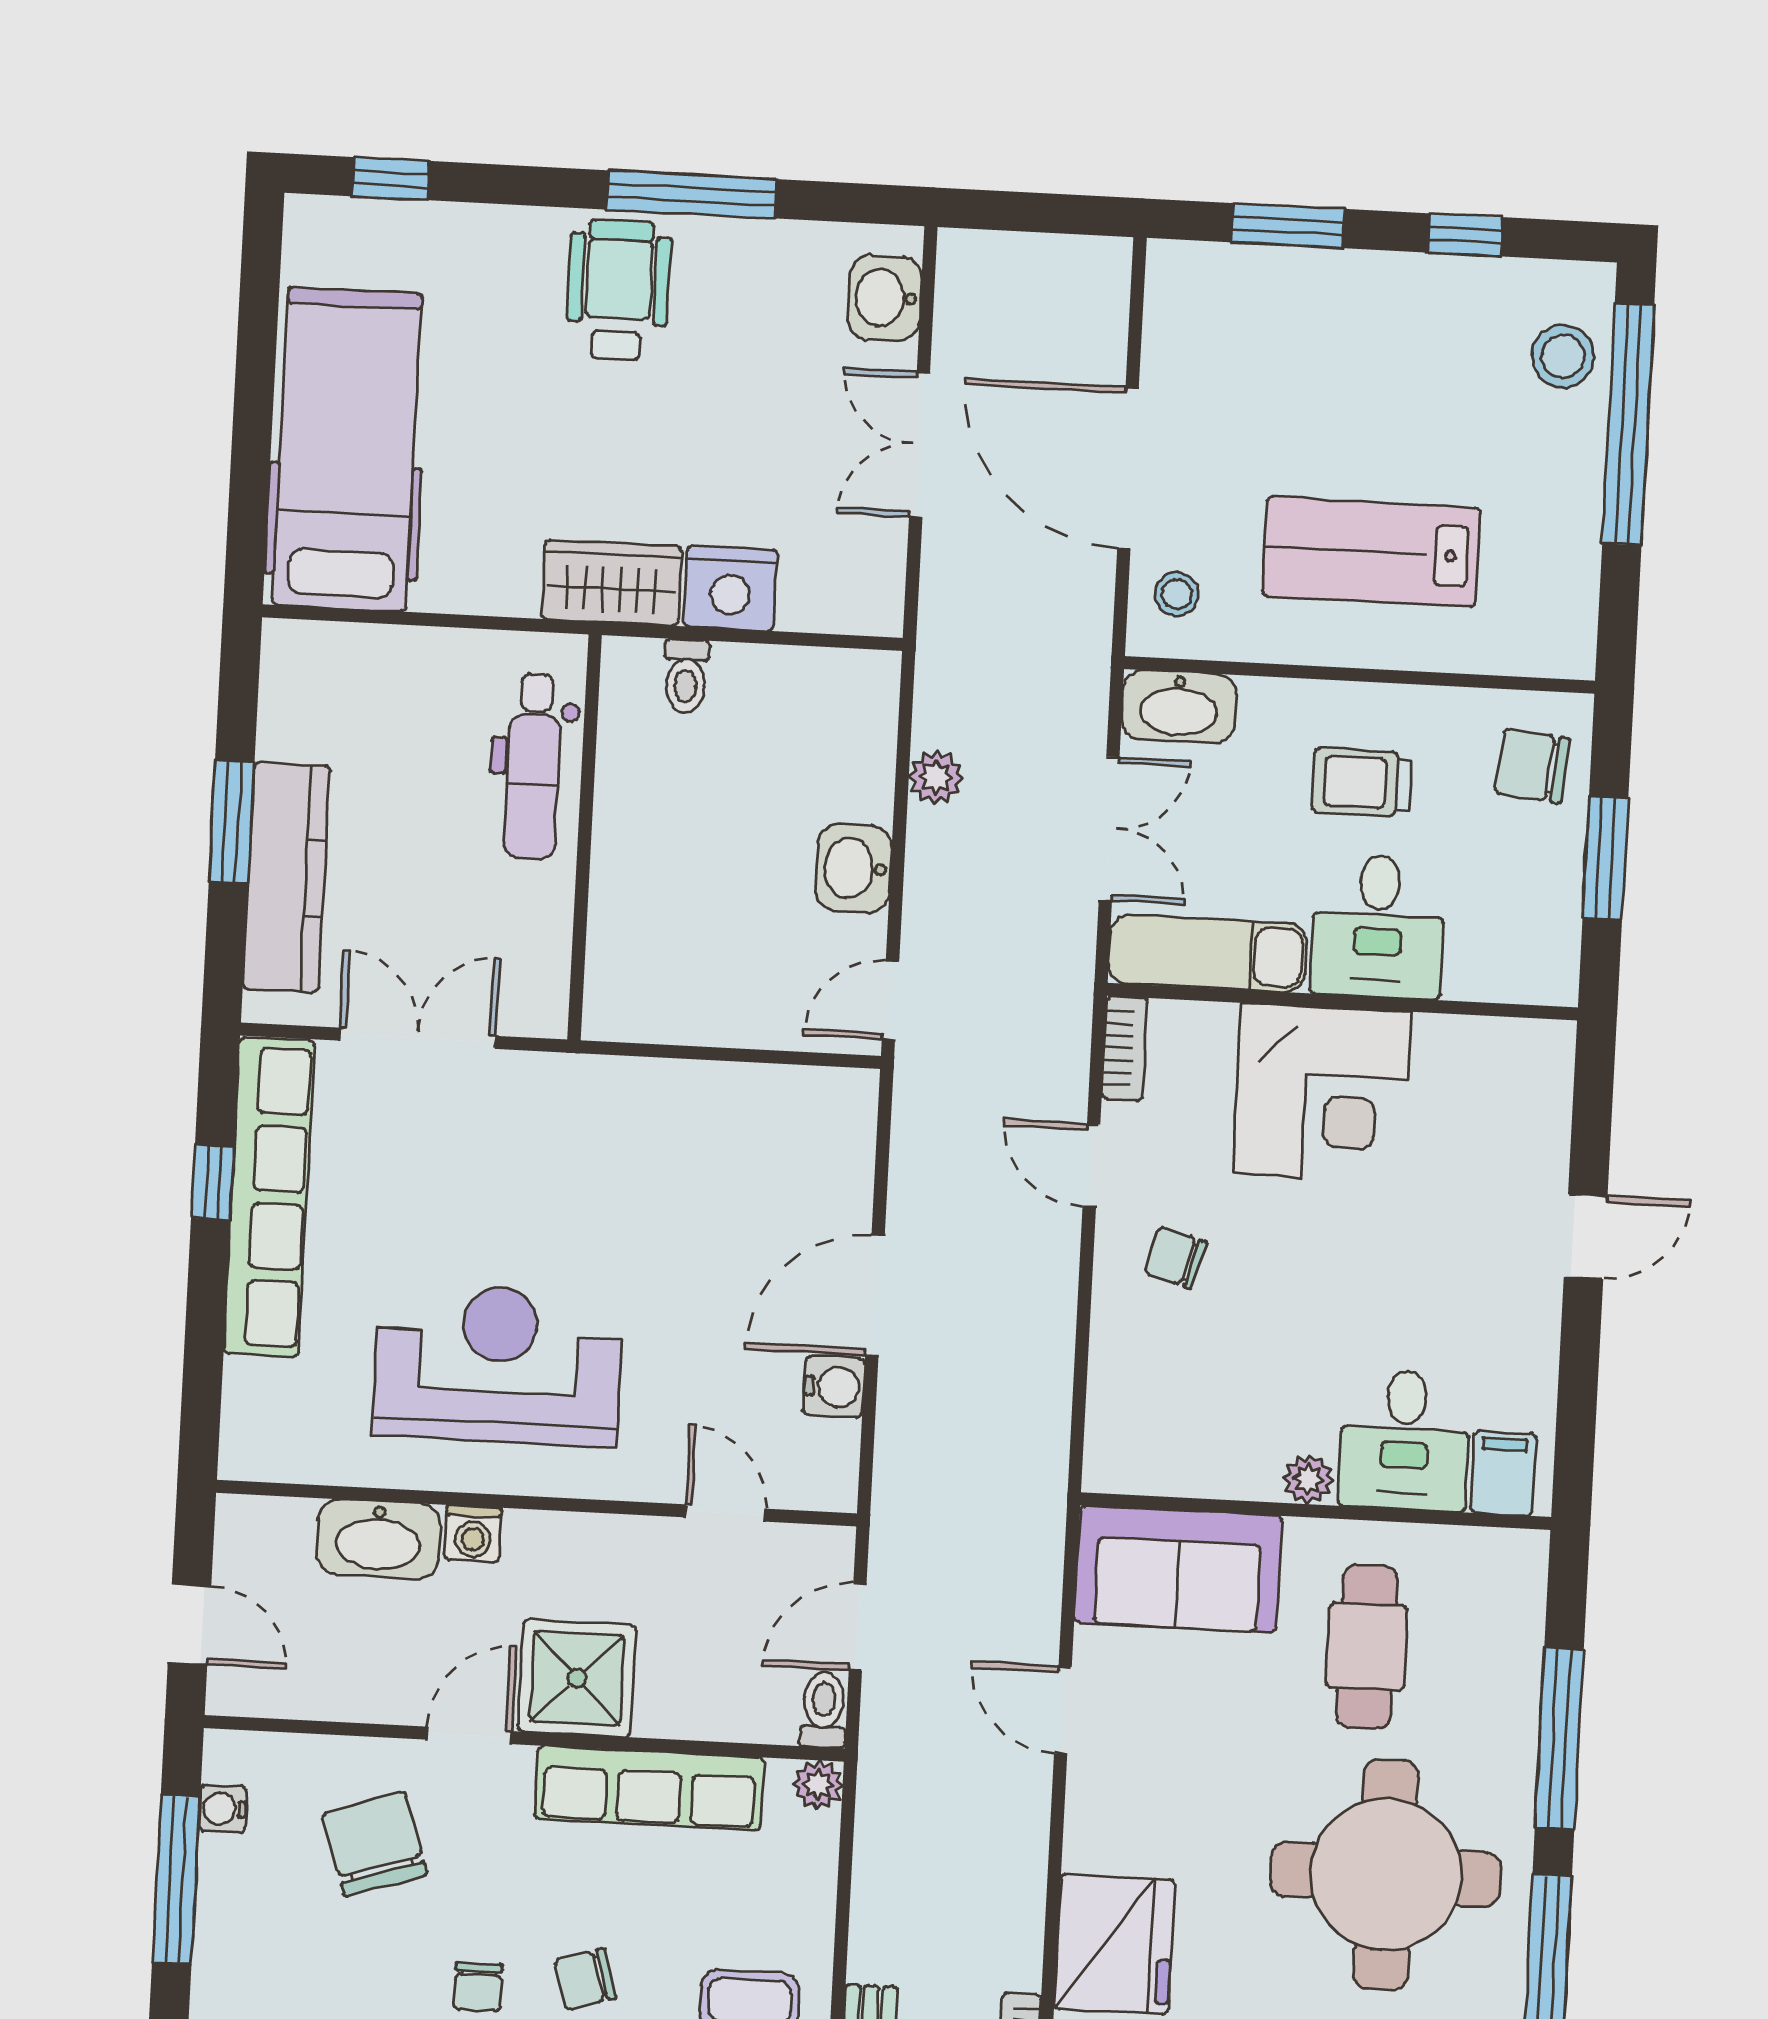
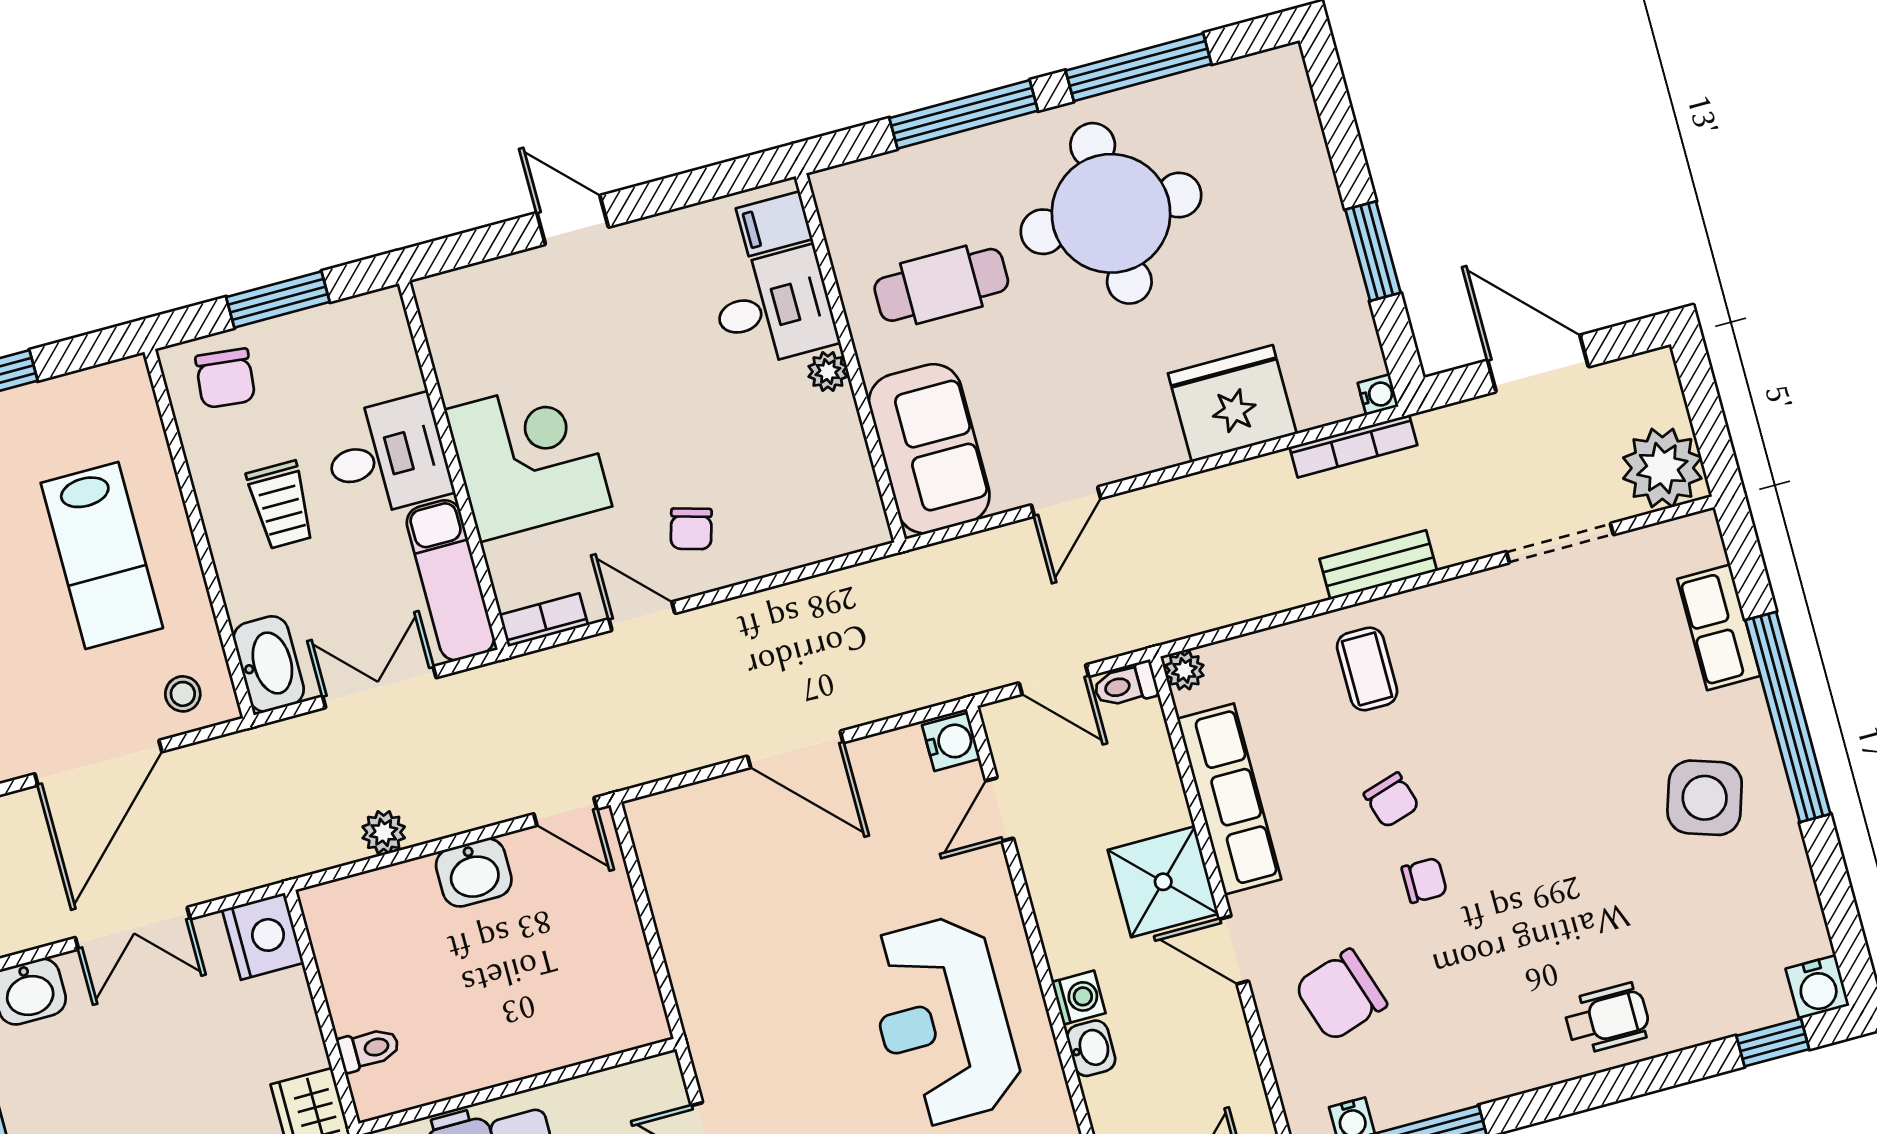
nightstand: (730, 588) -> (263, 936), moved
door: (1091, 1166) -> (642, 616), swing flipped
water cooler: (834, 1387) -> (951, 742), moved, turned 90
washbasin: (378, 1539) -> (1091, 1048), width x0.52, depth x0.69

